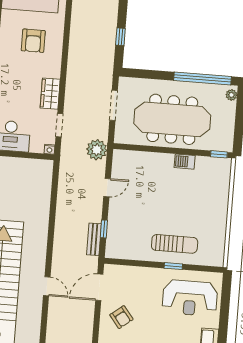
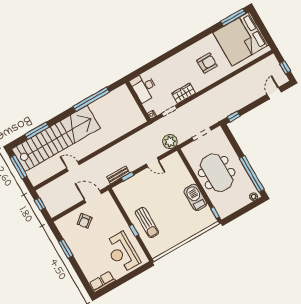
window: (120, 37) -> (234, 116), moved
armchair: (33, 41) -> (207, 63), turned 180
meeting table: (172, 119) -> (217, 173), width x0.73
barbecue: (185, 162) -> (195, 197), width x1.88, depth x1.53
door: (47, 286) -> (73, 166), swing flipped

